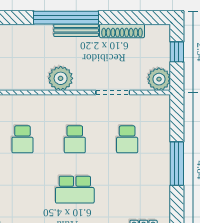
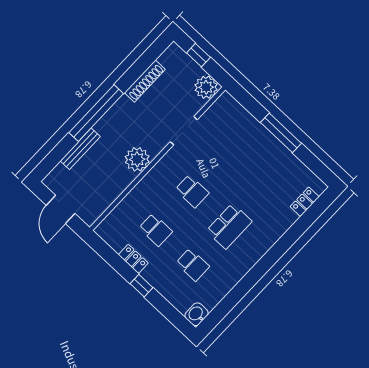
bench: (76, 30) -> (80, 149), moved
school desk: (127, 139) -> (193, 265), moved

